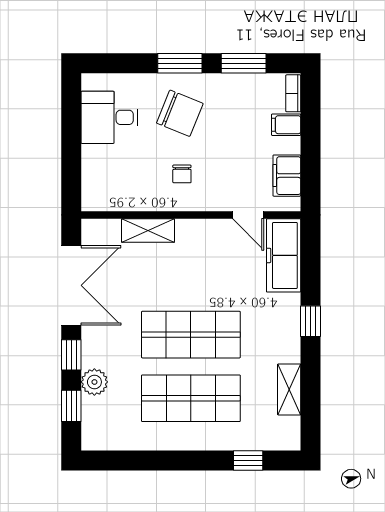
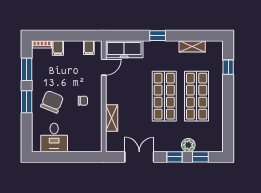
filing cabinet: (287, 176) -> (89, 48), width x0.50
double door: (71, 285) -> (139, 157), width x0.73

